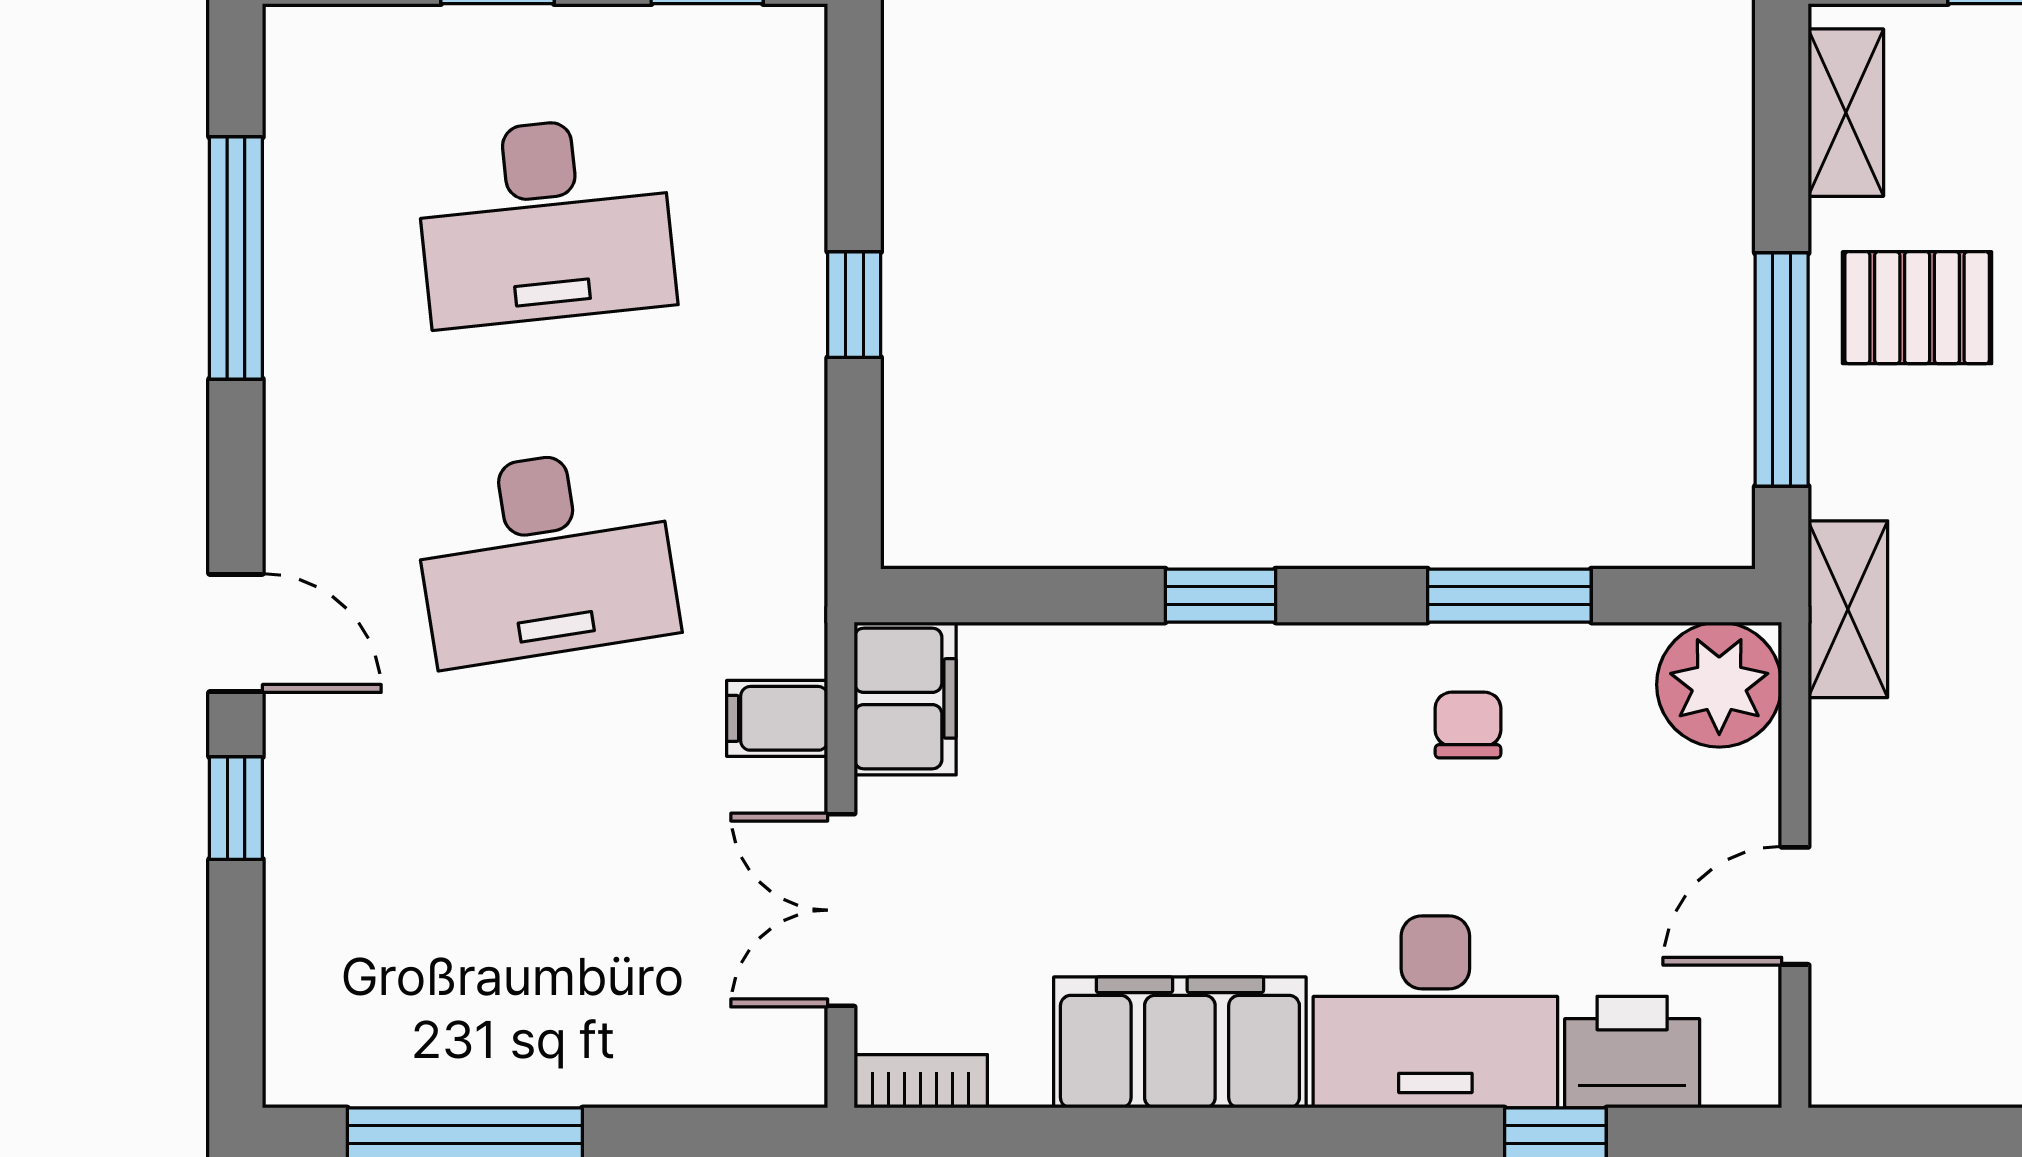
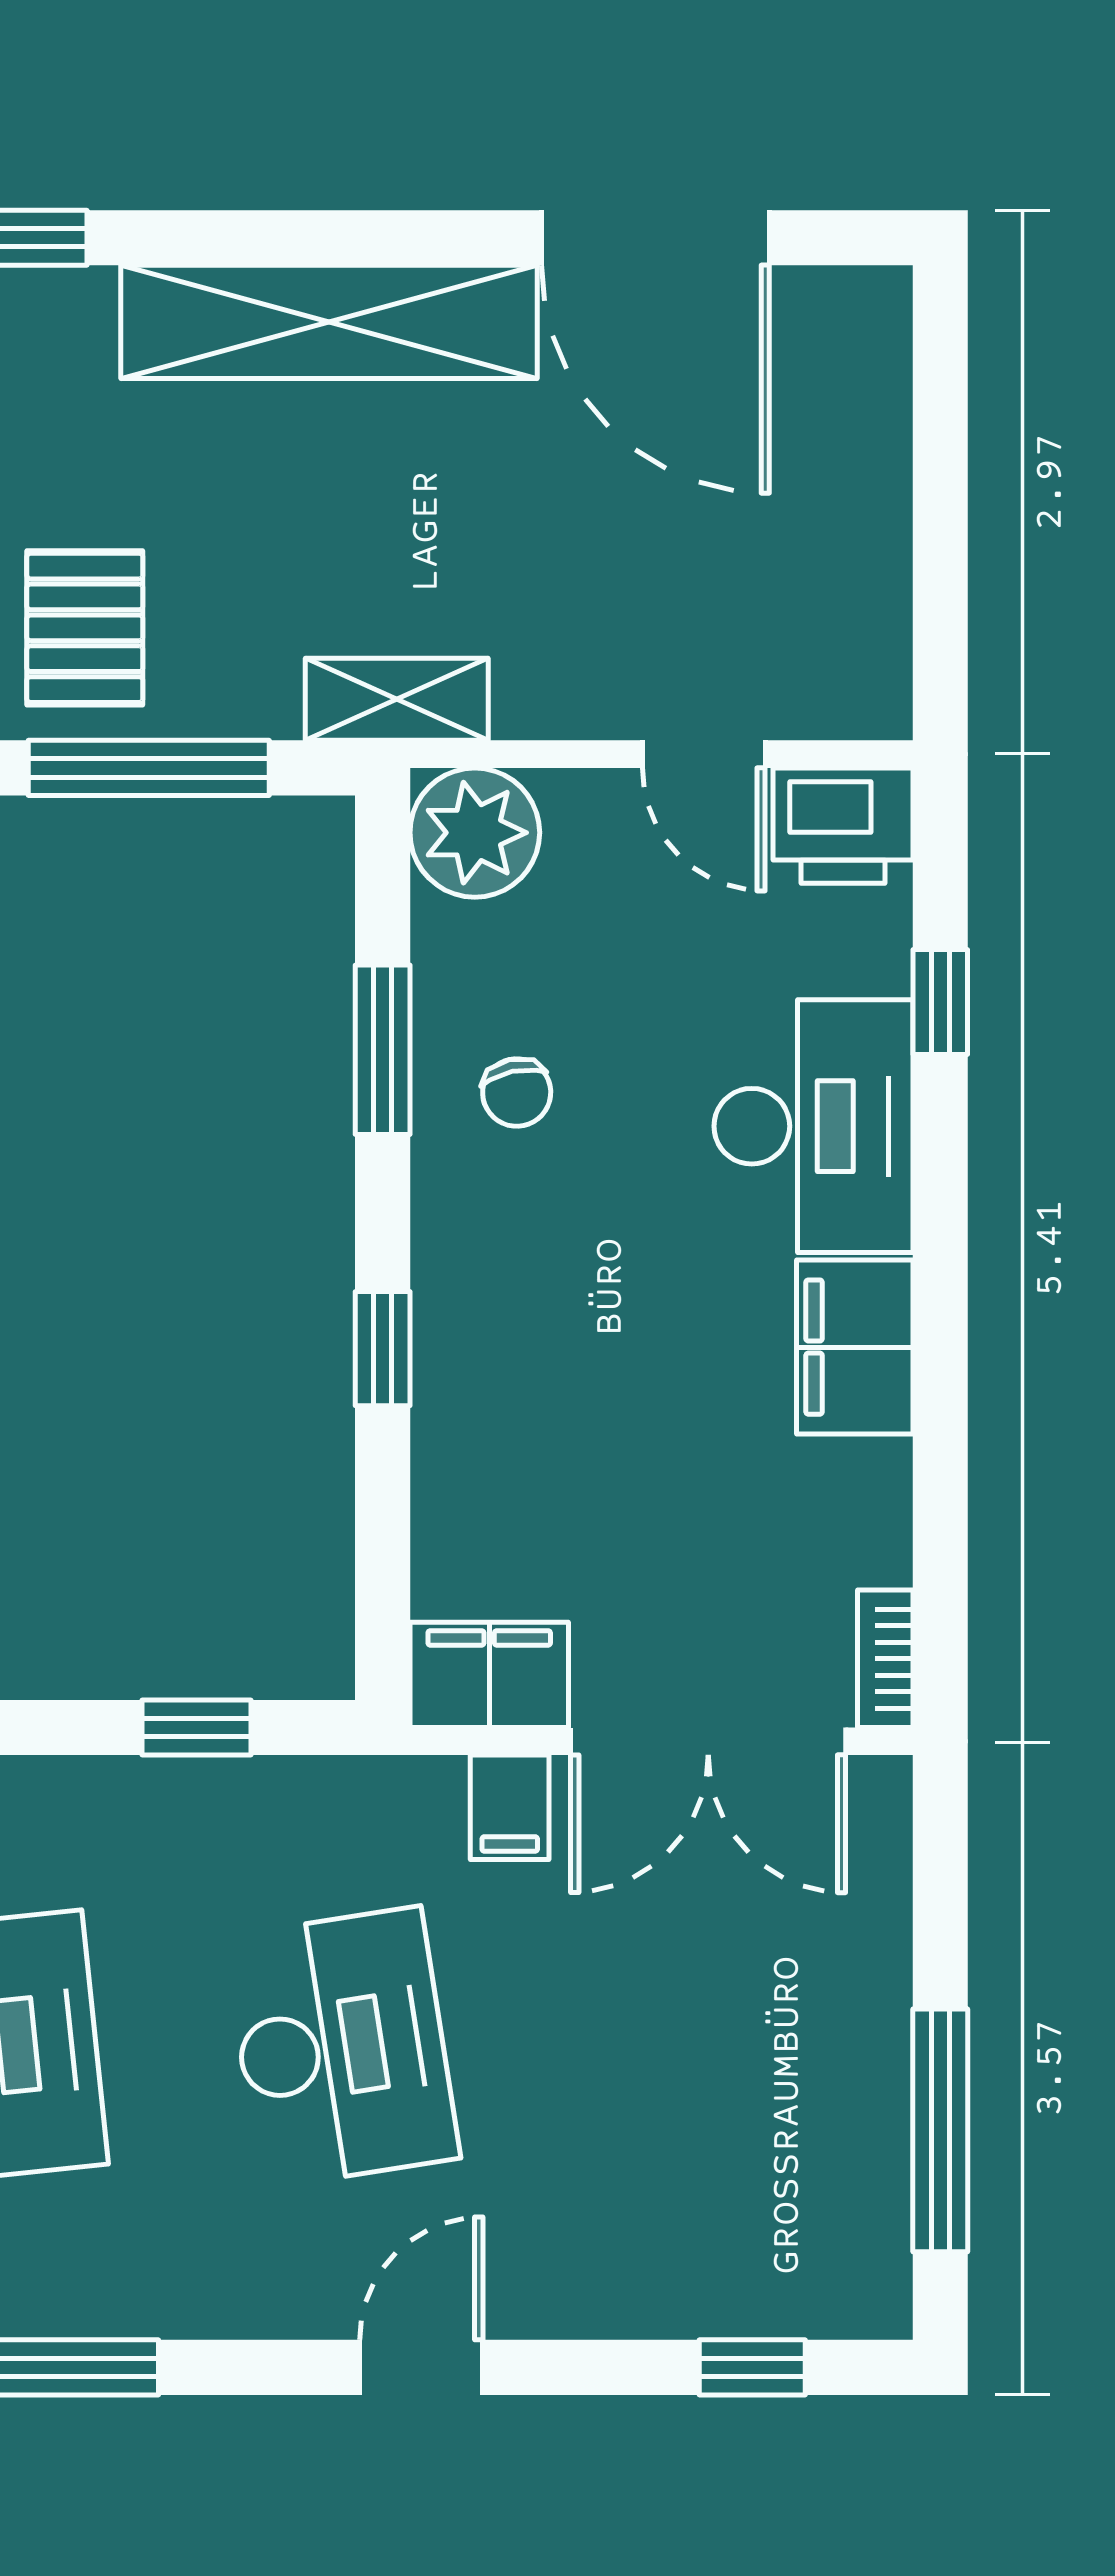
window: (854, 305) -> (197, 1728), moved
chair: (1468, 725) -> (517, 1092), turned -102
window: (236, 808) -> (752, 2367), moved
double door: (841, 910) -> (708, 1741), width x1.37
filing cabinet: (1180, 1042) -> (855, 1347), width x0.67, depth x0.86
printer: (1632, 1052) -> (843, 826), moved, turned -90

